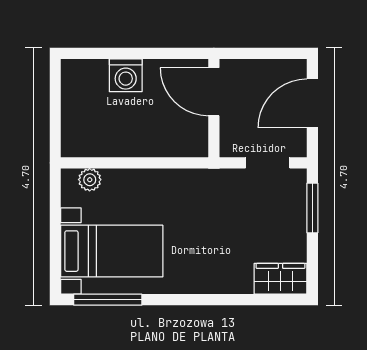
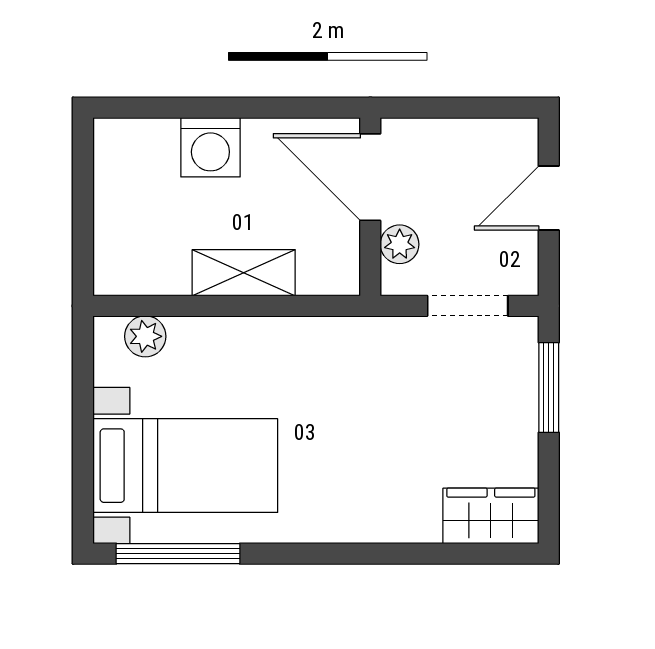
door: (312, 103) -> (549, 198), width x0.73
plant: (230, 129) -> (400, 244), added
shelving: (144, 145) -> (244, 273), added

